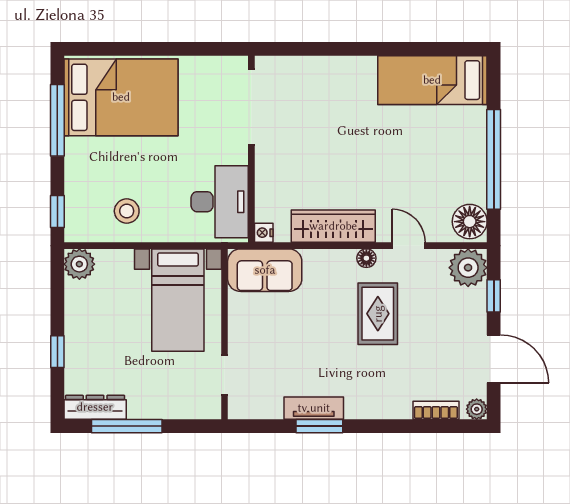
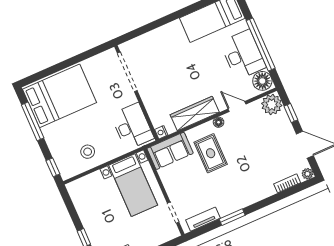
desk: (457, 164) -> (243, 55), added
plant: (79, 264) -> (76, 189), removed
rug: (378, 314) -> (211, 153), moved
tv unit: (314, 408) -> (203, 219), moved

